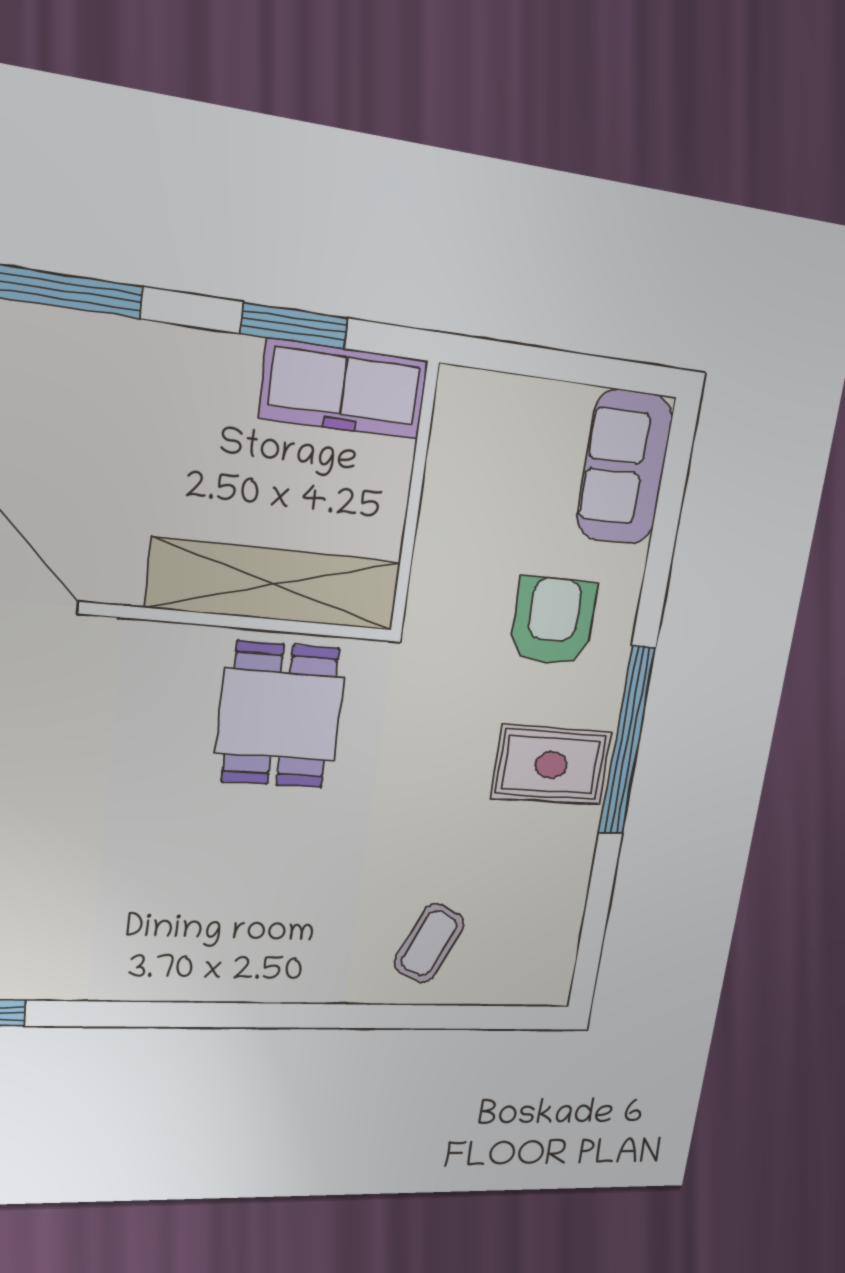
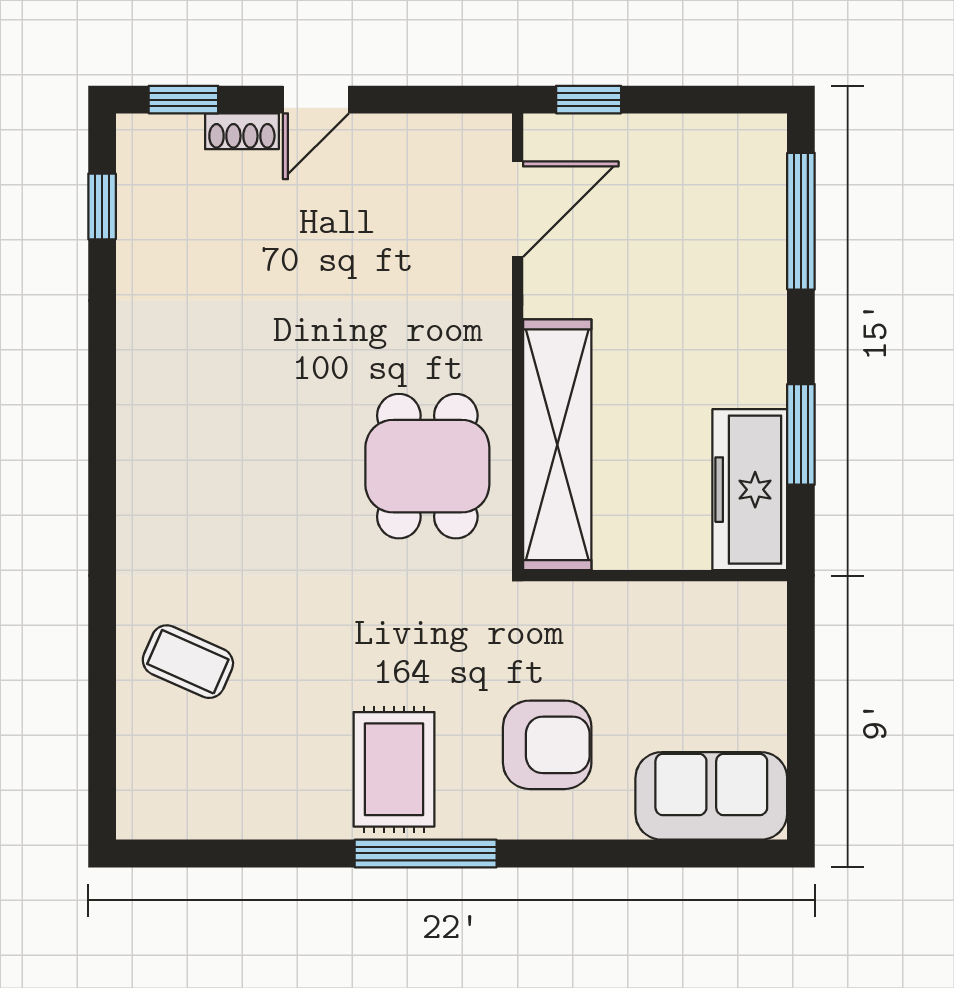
dining table: (280, 715) -> (427, 466), turned 90
window: (627, 741) -> (426, 853), width x0.68

